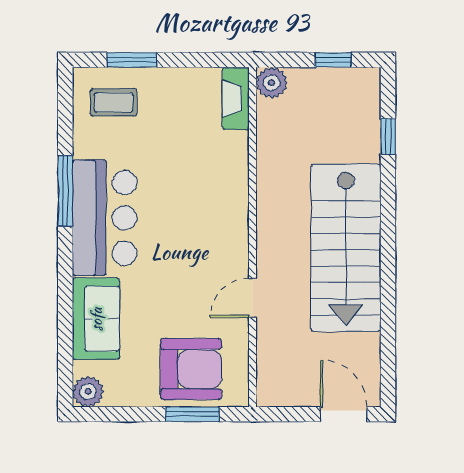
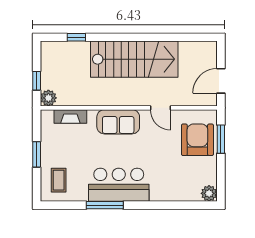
window: (132, 60) -> (37, 154), moved
window: (333, 60) -> (37, 81), moved
fireplace: (236, 98) -> (70, 117), moved
sofa: (96, 319) -> (118, 122), moved, turned 180
door: (344, 414) -> (221, 81), moved

